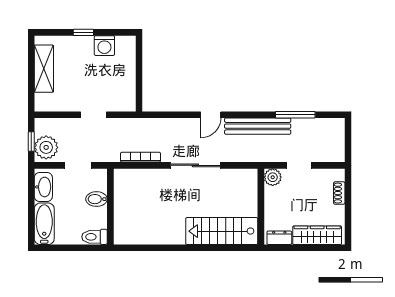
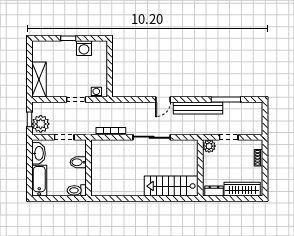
shelving: (44, 69) -> (39, 80), moved
washing machine: (121, 105) -> (96, 92), added

